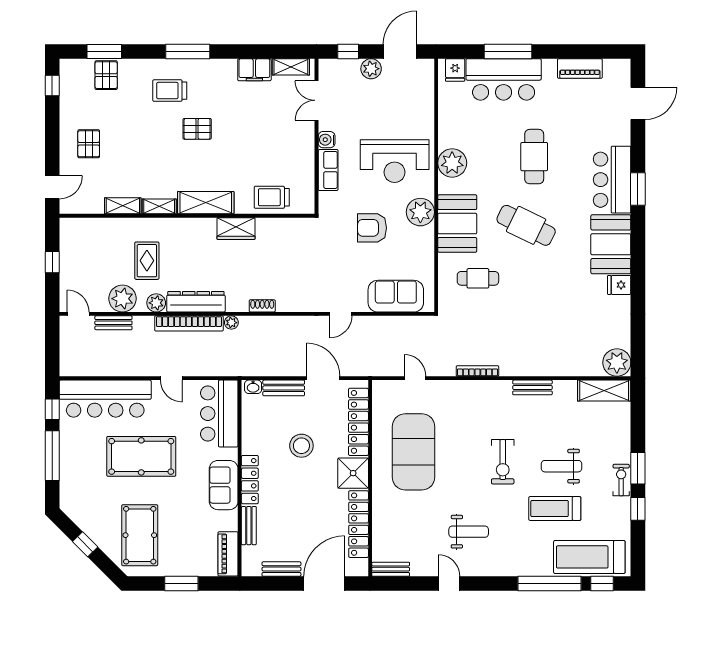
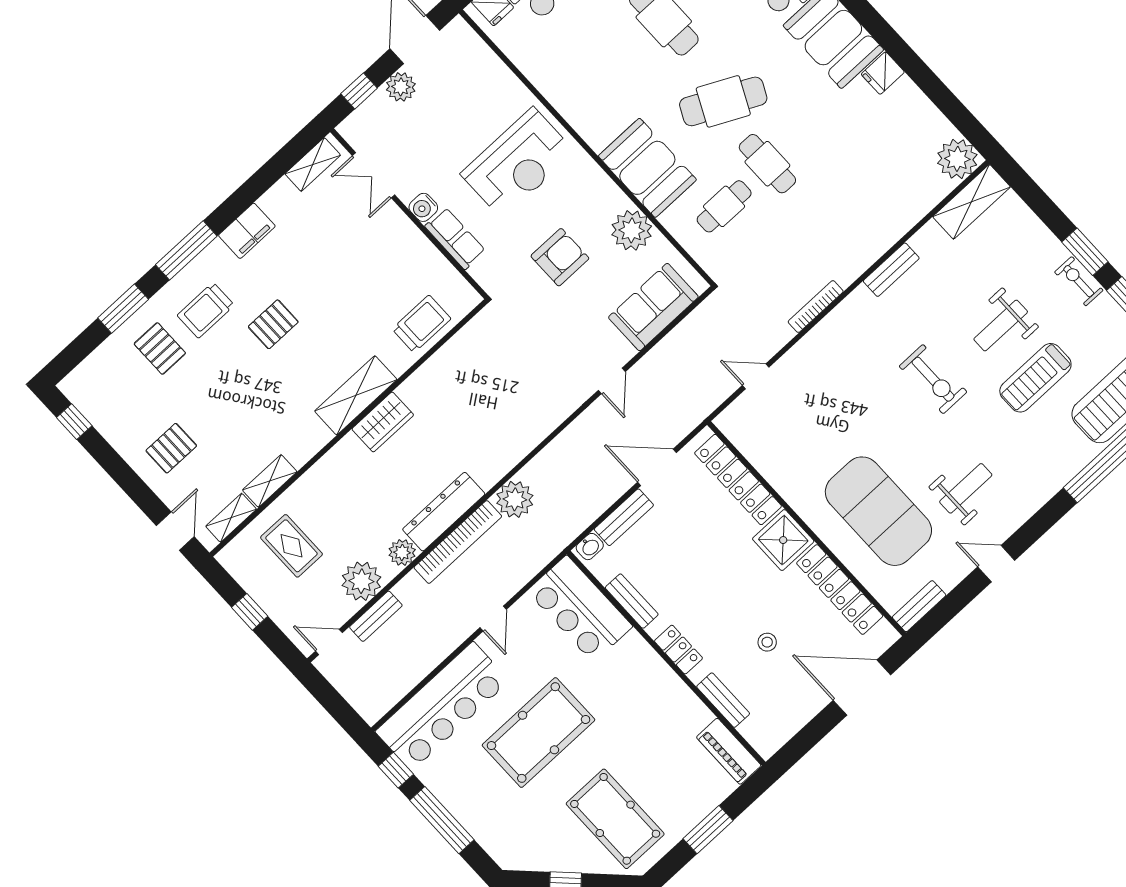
window: (104, 51) -> (123, 309), moved
filing cabinet: (254, 70) -> (247, 231), moved
pallet: (106, 75) -> (160, 348), moved
pallet: (89, 144) -> (171, 448), turned 90
plant: (452, 163) -> (582, 108), removed
trolley: (272, 197) -> (422, 324), turned 180
shelving: (159, 206) -> (231, 518), moved
plant: (420, 212) -> (632, 230), moved
armchair: (372, 228) -> (560, 257), turned 180
wardrobe: (236, 229) -> (383, 422), moved
rug: (147, 261) -> (291, 546), moved
cafe table: (519, 277) -> (767, 164), added
shoe rack: (262, 306) -> (519, 450), removed
plant: (231, 323) -> (515, 499), width x1.87, depth x1.87
door: (171, 378) -> (493, 619), hinge flipped
stool: (301, 446) -> (767, 642), moved, width x0.53, depth x0.53
exercise mat: (413, 452) -> (878, 511), moved
locker: (250, 480) -> (678, 650), width x0.66
sofa: (224, 485) -> (656, 682), removed
bench: (281, 569) -> (632, 601), moved, turned 90
door: (324, 584) -> (862, 688), hinge flipped

